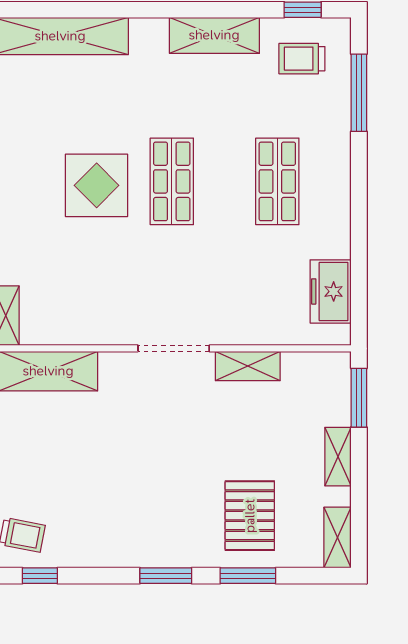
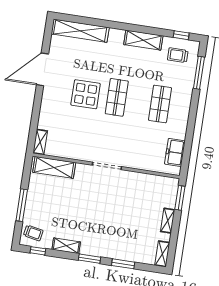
shelving: (248, 366) -> (66, 246), moved
pallet: (250, 516) -> (128, 239), removed

